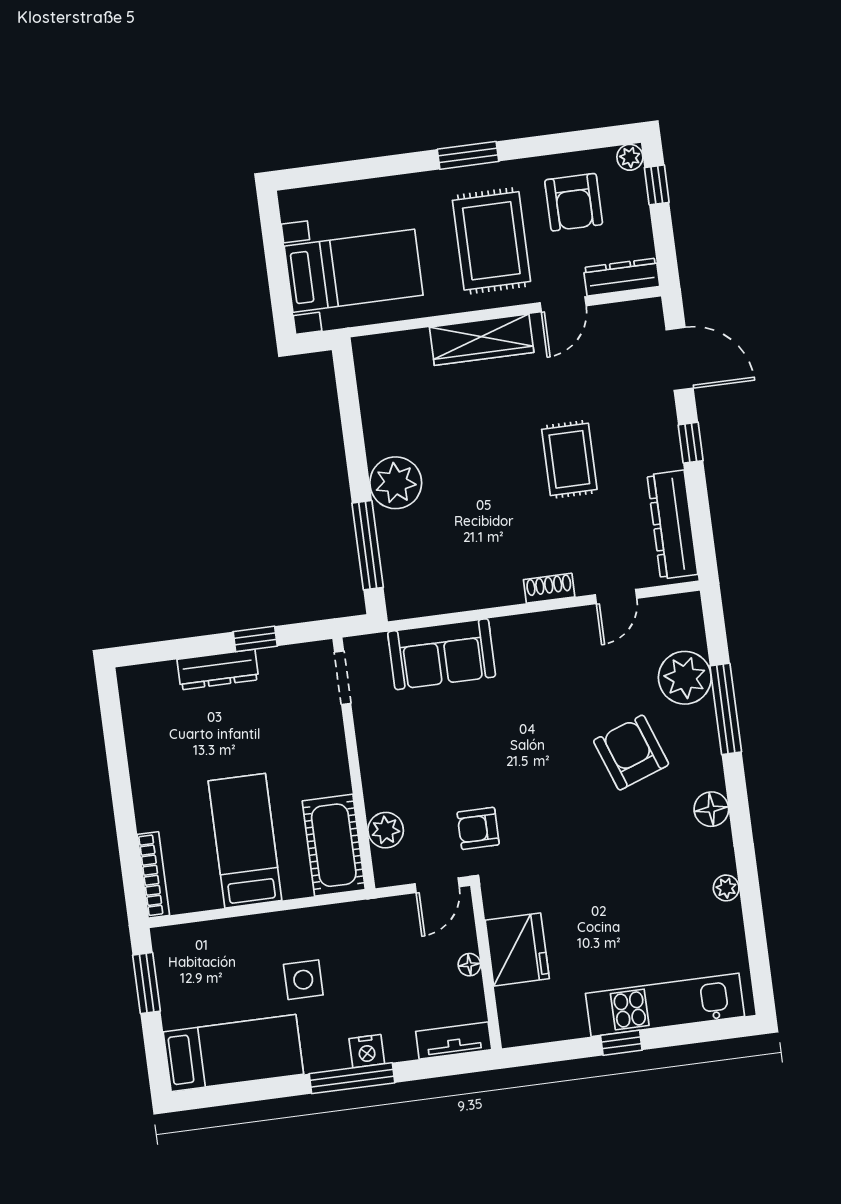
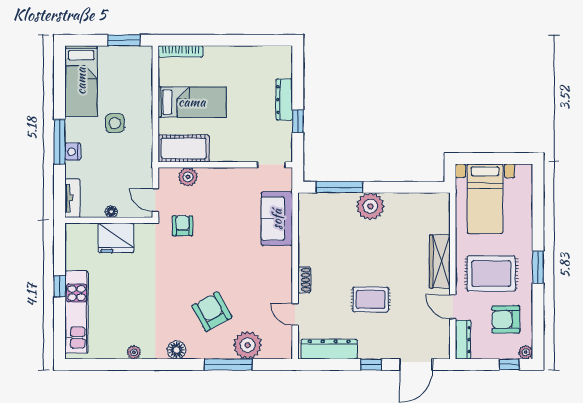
armchair: (631, 753) -> (212, 312), turned -99

